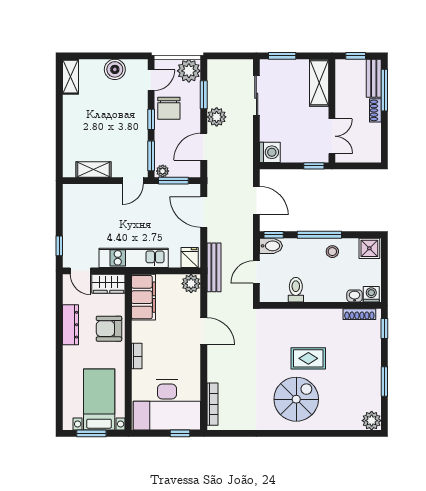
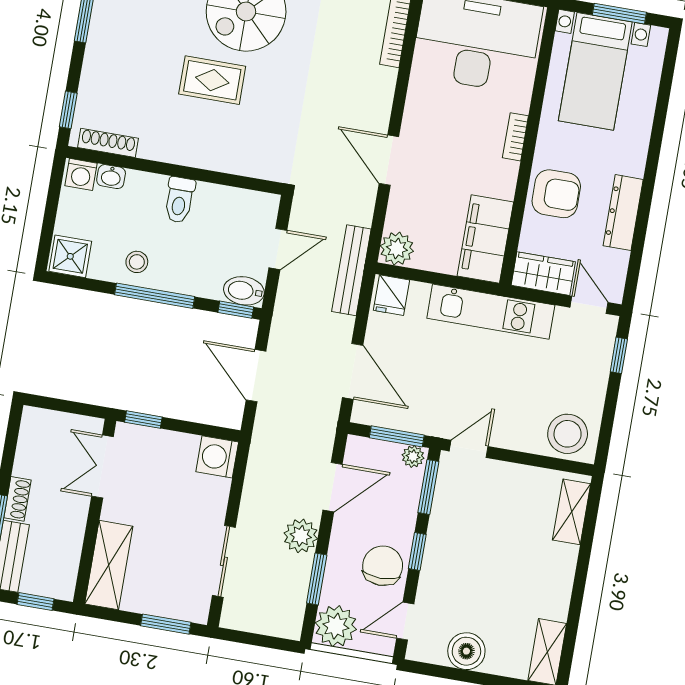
shelving: (93, 169) -> (572, 512), moved, turned 90
stool: (80, 198) -> (568, 434), added
toilet: (296, 290) -> (179, 200), moved

